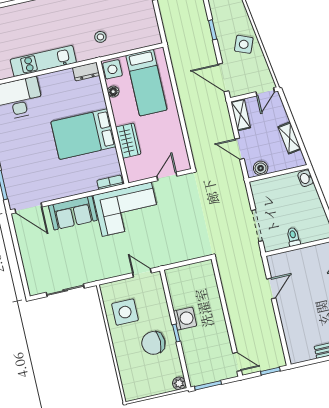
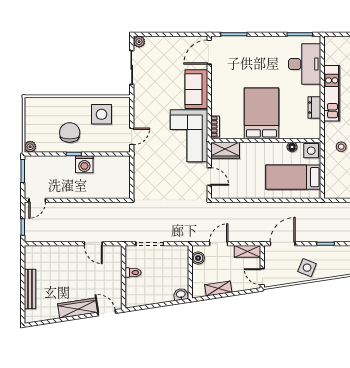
dresser: (86, 72) -> (314, 108), moved
wardrobe: (128, 141) -> (225, 150), moved
plant: (35, 289) -> (139, 42), added

